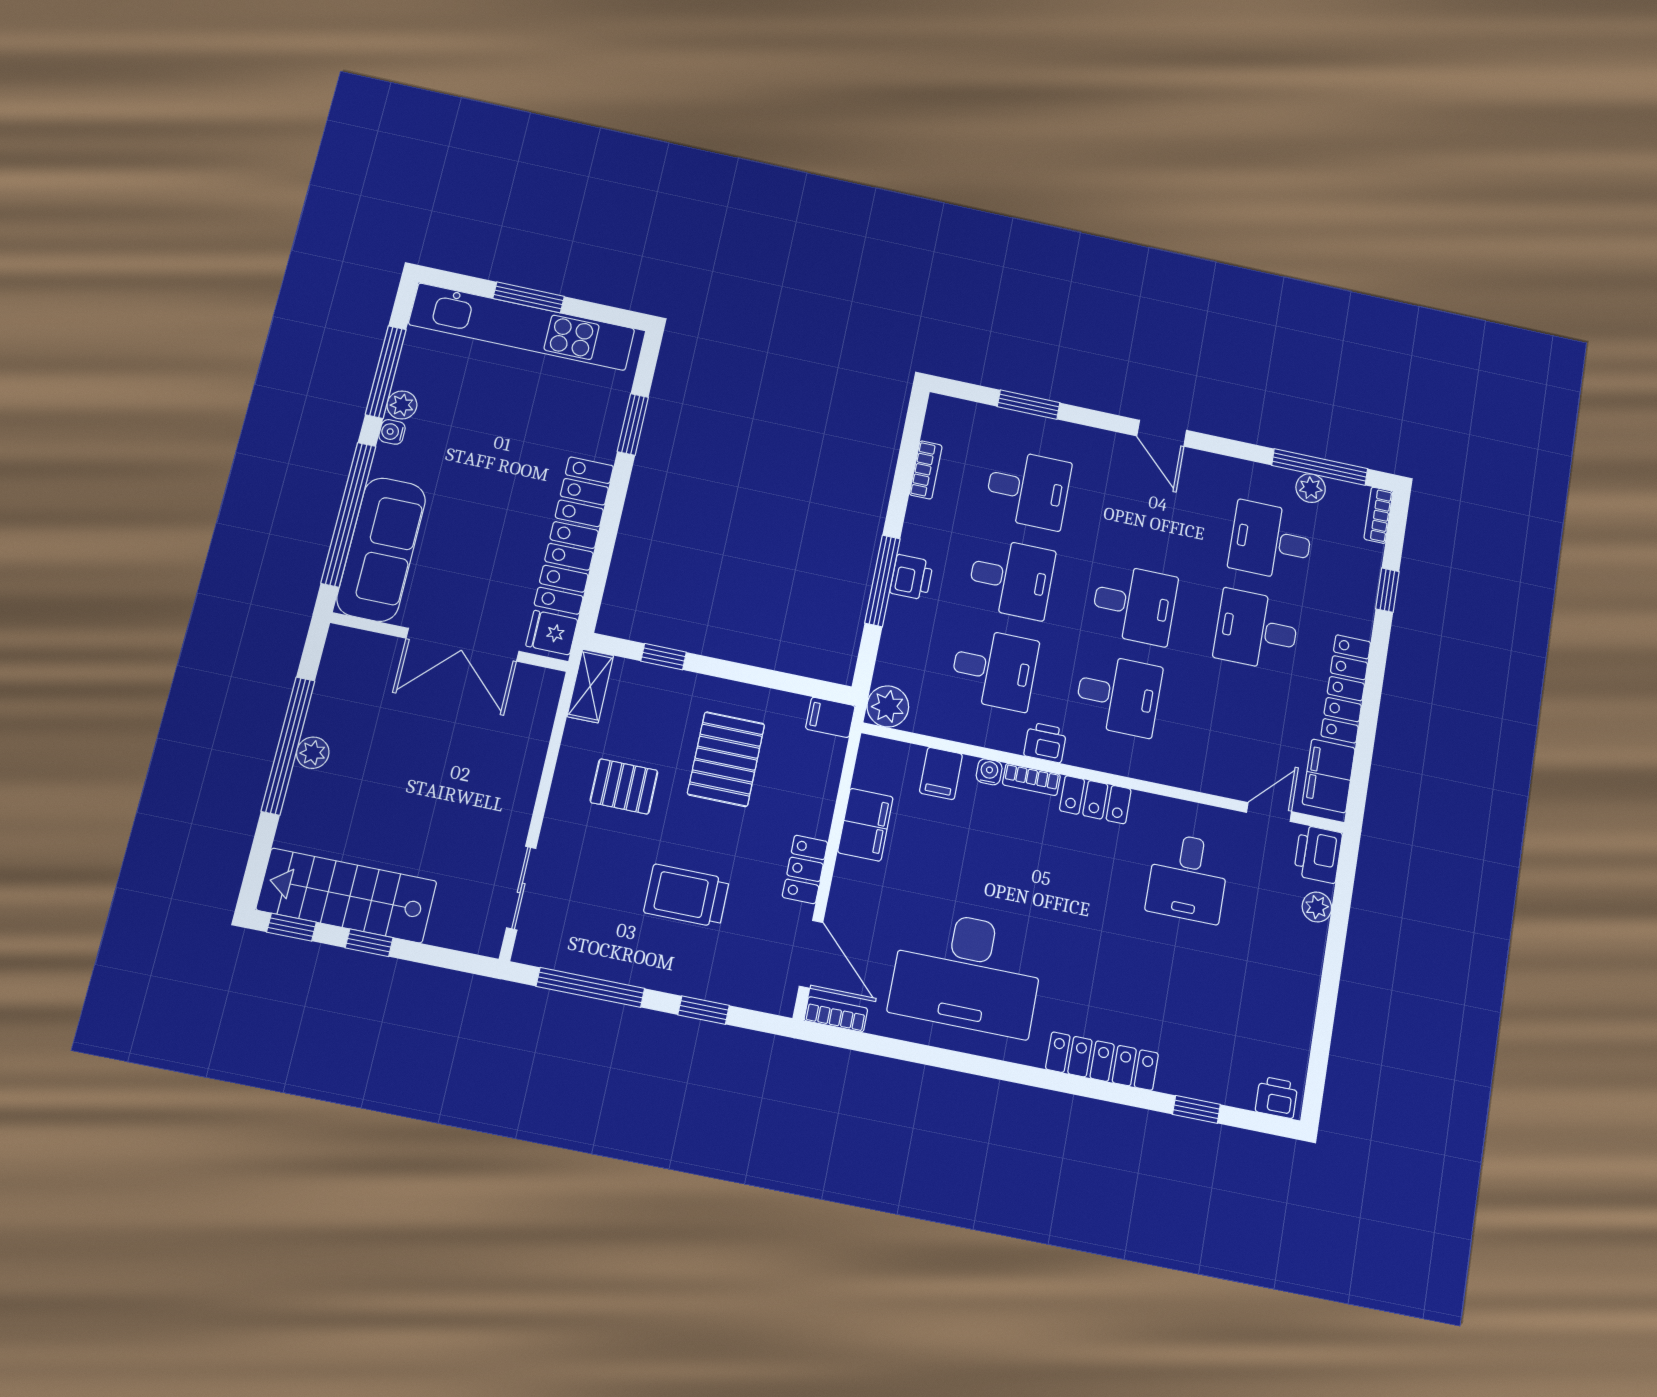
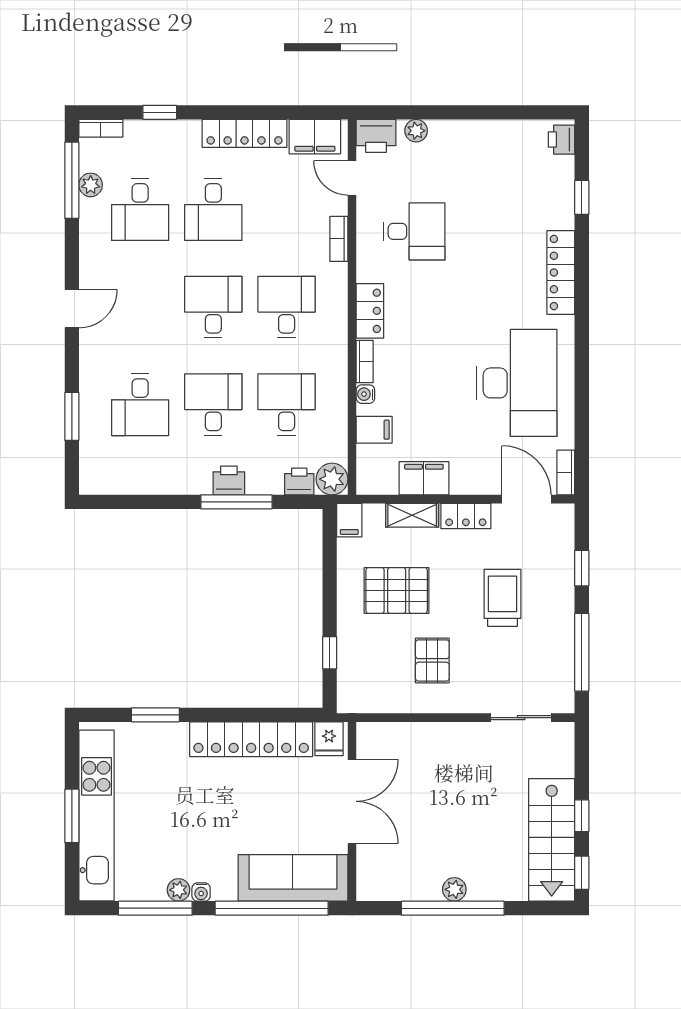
bookcase: (926, 470) -> (339, 239), moved, turned -90
desk: (1028, 489) -> (140, 405), turned 180
shelving: (590, 686) -> (412, 515), moved
printer: (1045, 742) -> (299, 482), moved, turned 90
trolley: (686, 896) -> (502, 598), turned 180
door: (811, 954) -> (526, 499), hinge flipped

